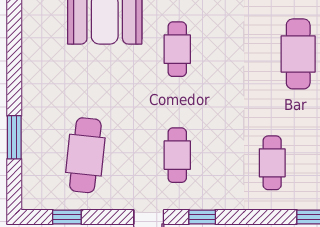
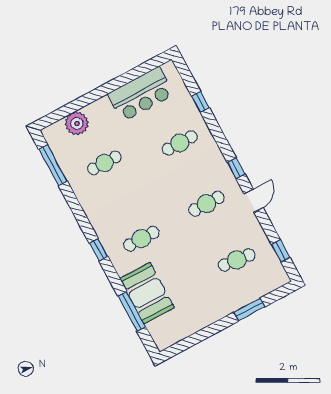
cafe table: (298, 54) -> (104, 163), width x0.73, depth x0.74
cafe table: (85, 155) -> (237, 260), width x0.73, depth x0.74

